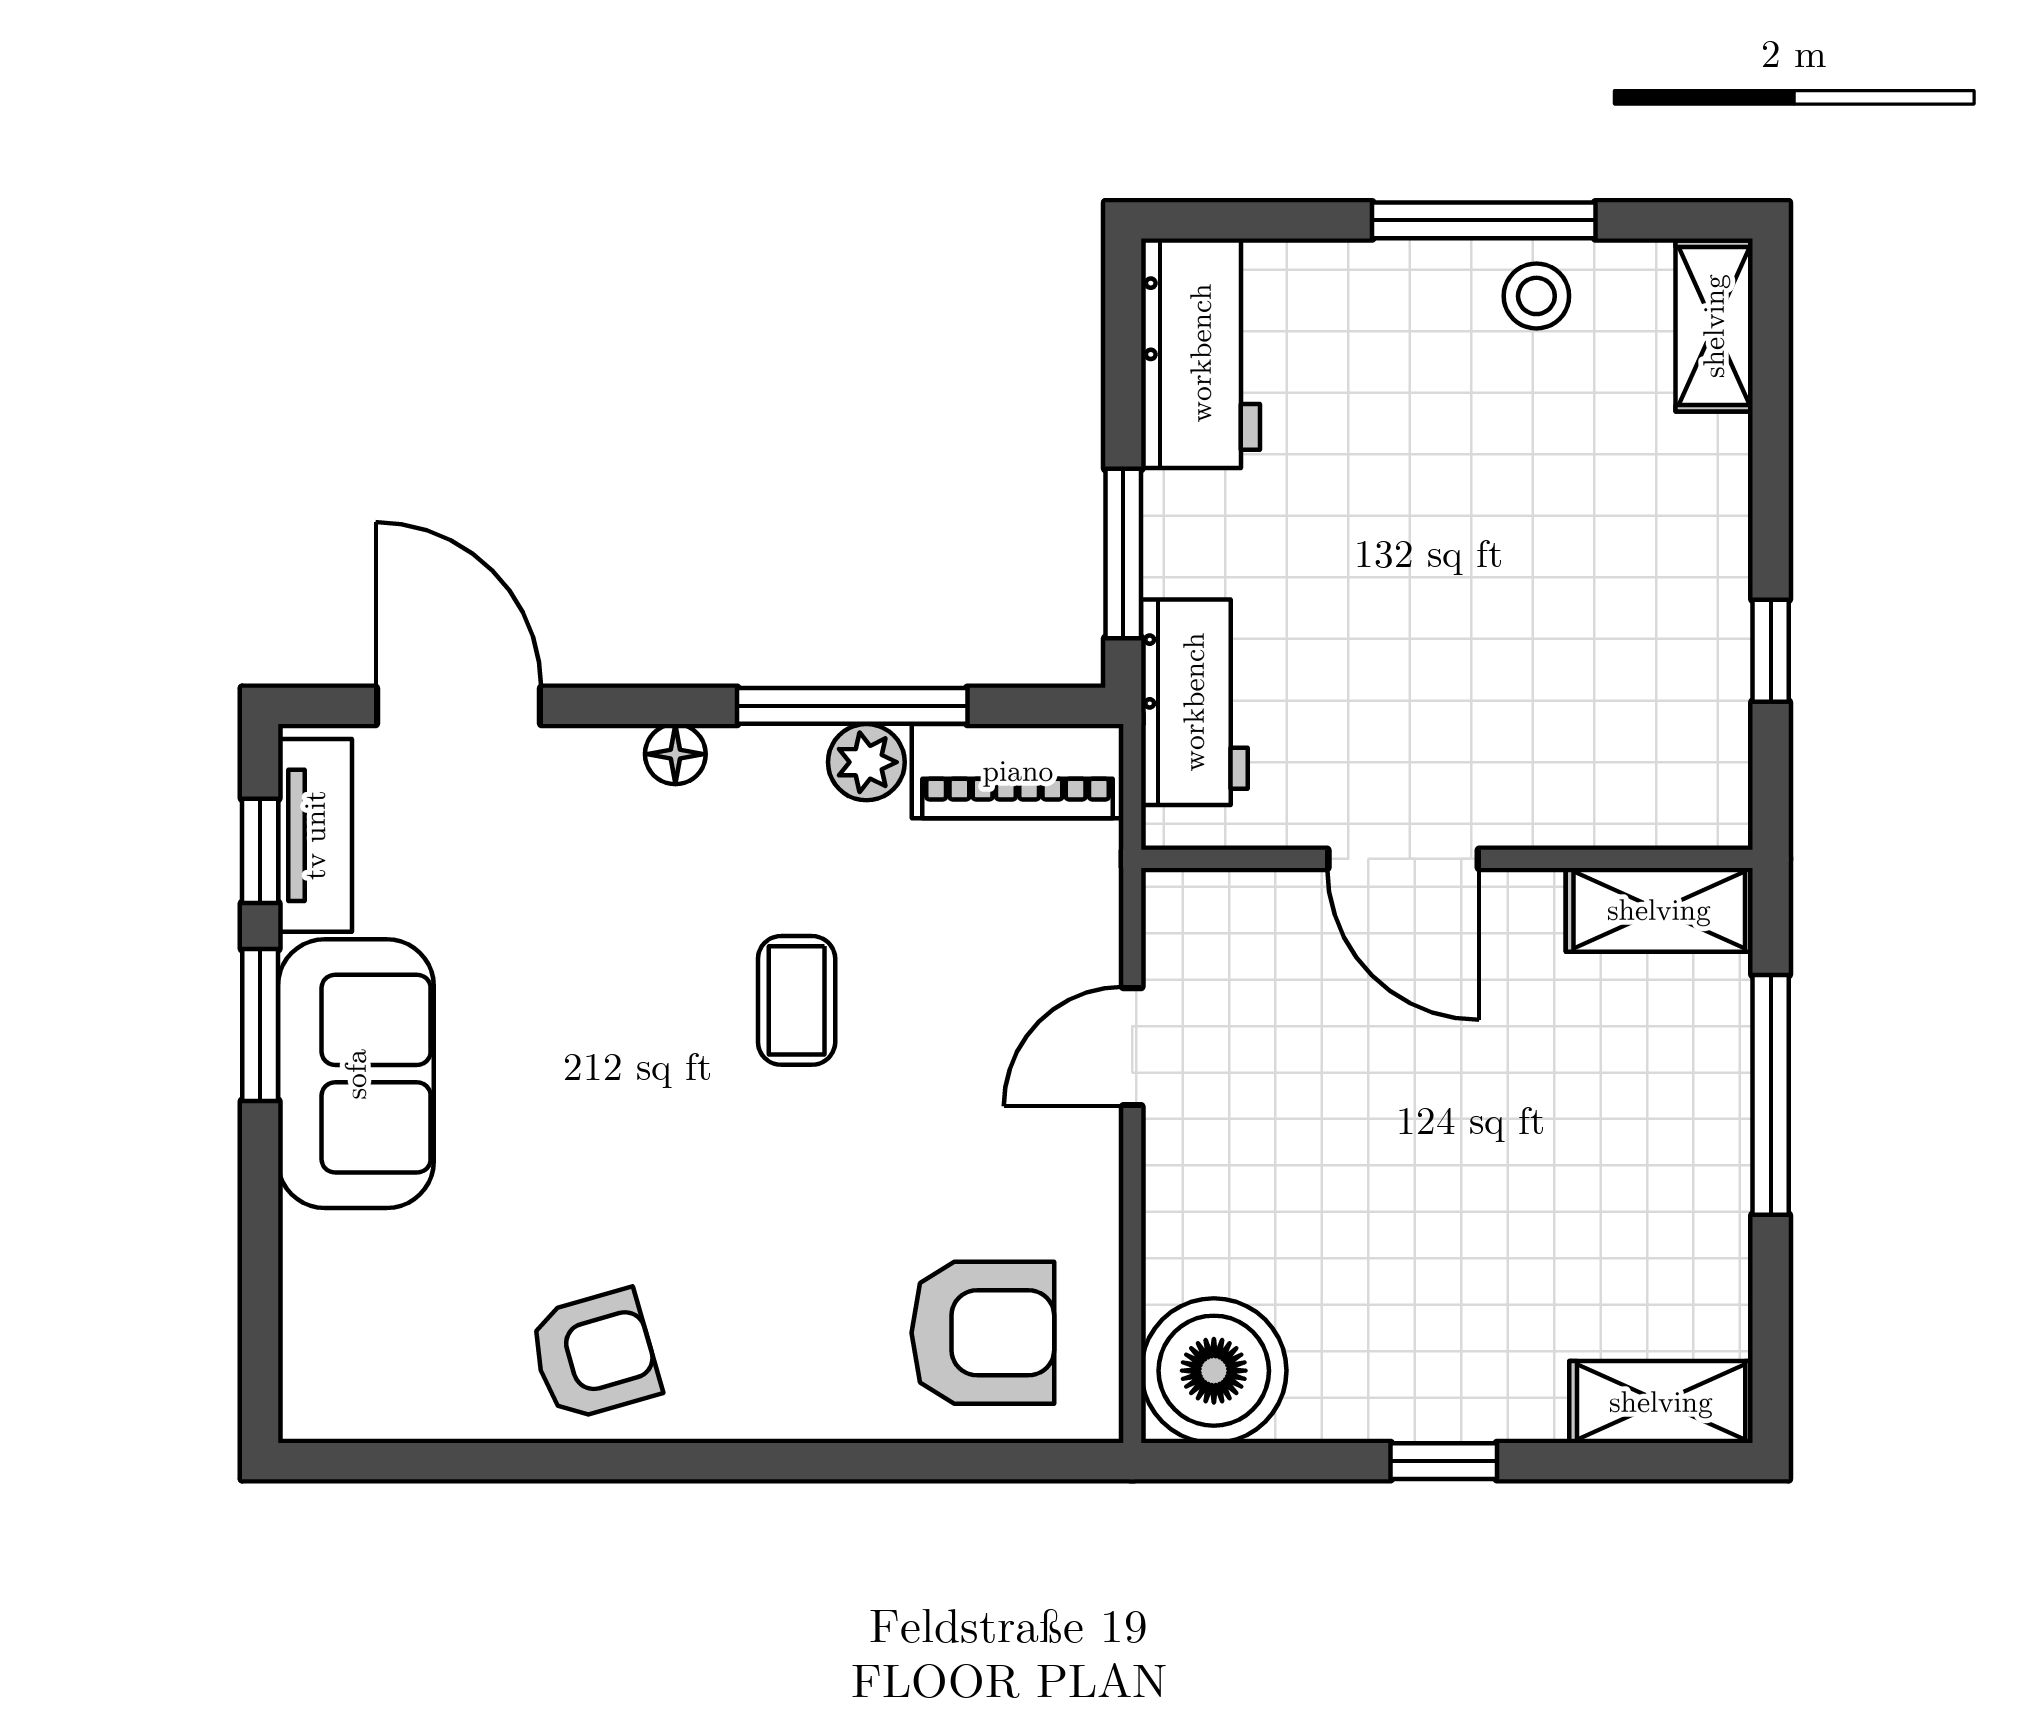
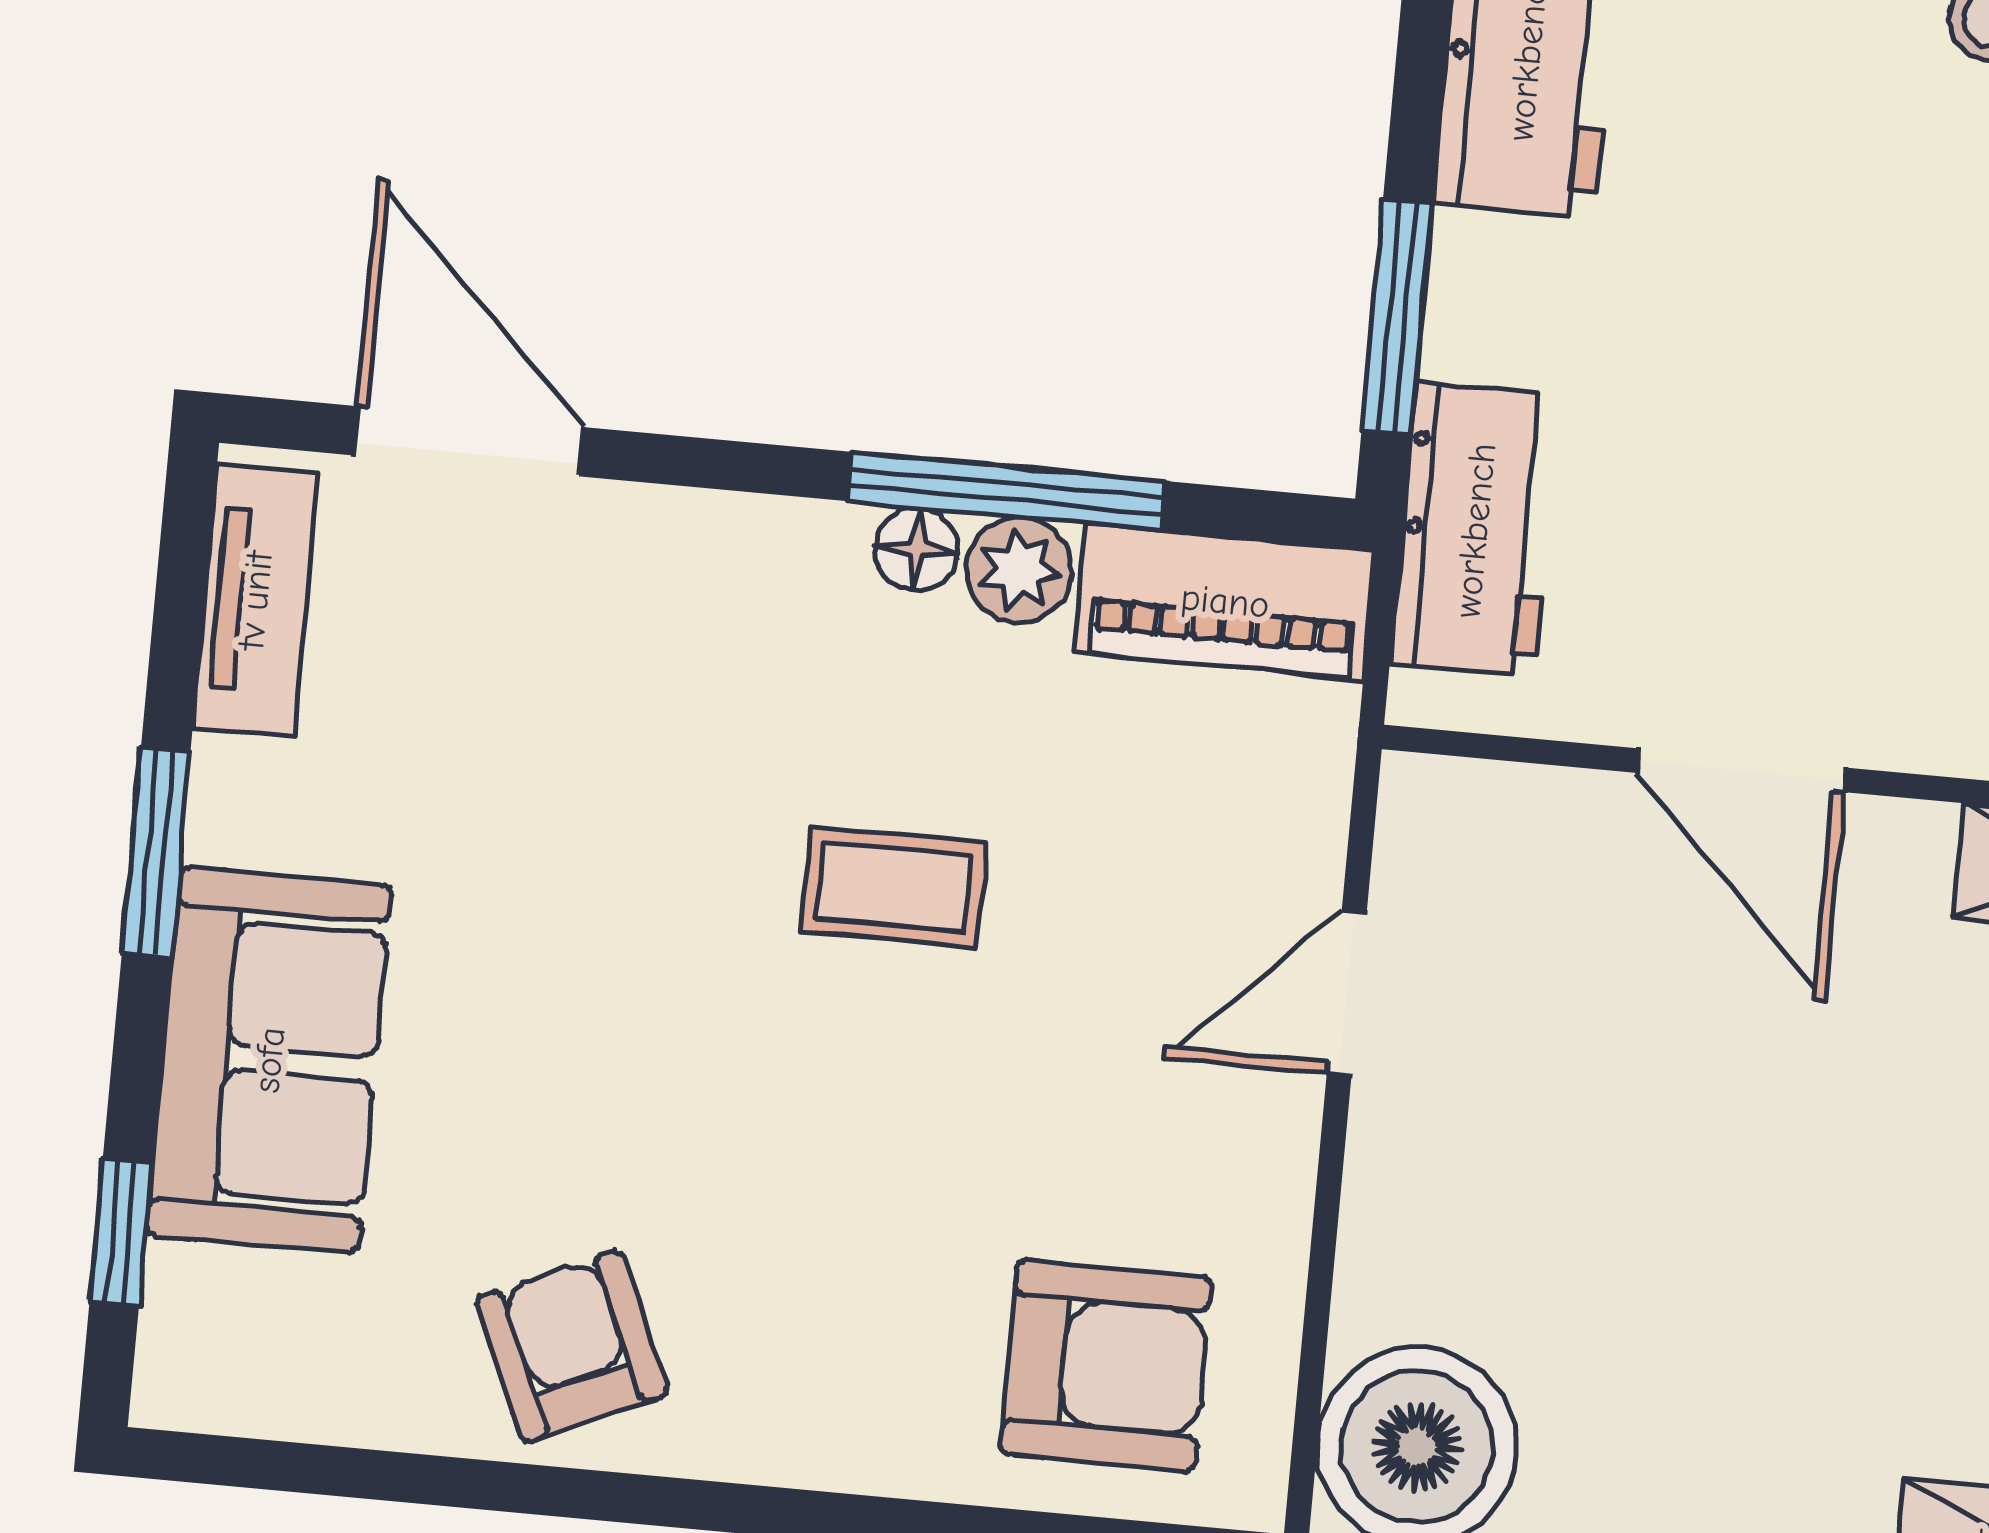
floor lamp: (675, 754) -> (916, 549), moved
window: (260, 851) -> (121, 1232), moved
coffee table: (797, 1000) -> (893, 887), turned 90
sofa: (356, 1074) -> (269, 1060), moved
armchair: (594, 1355) -> (572, 1346), turned -98

